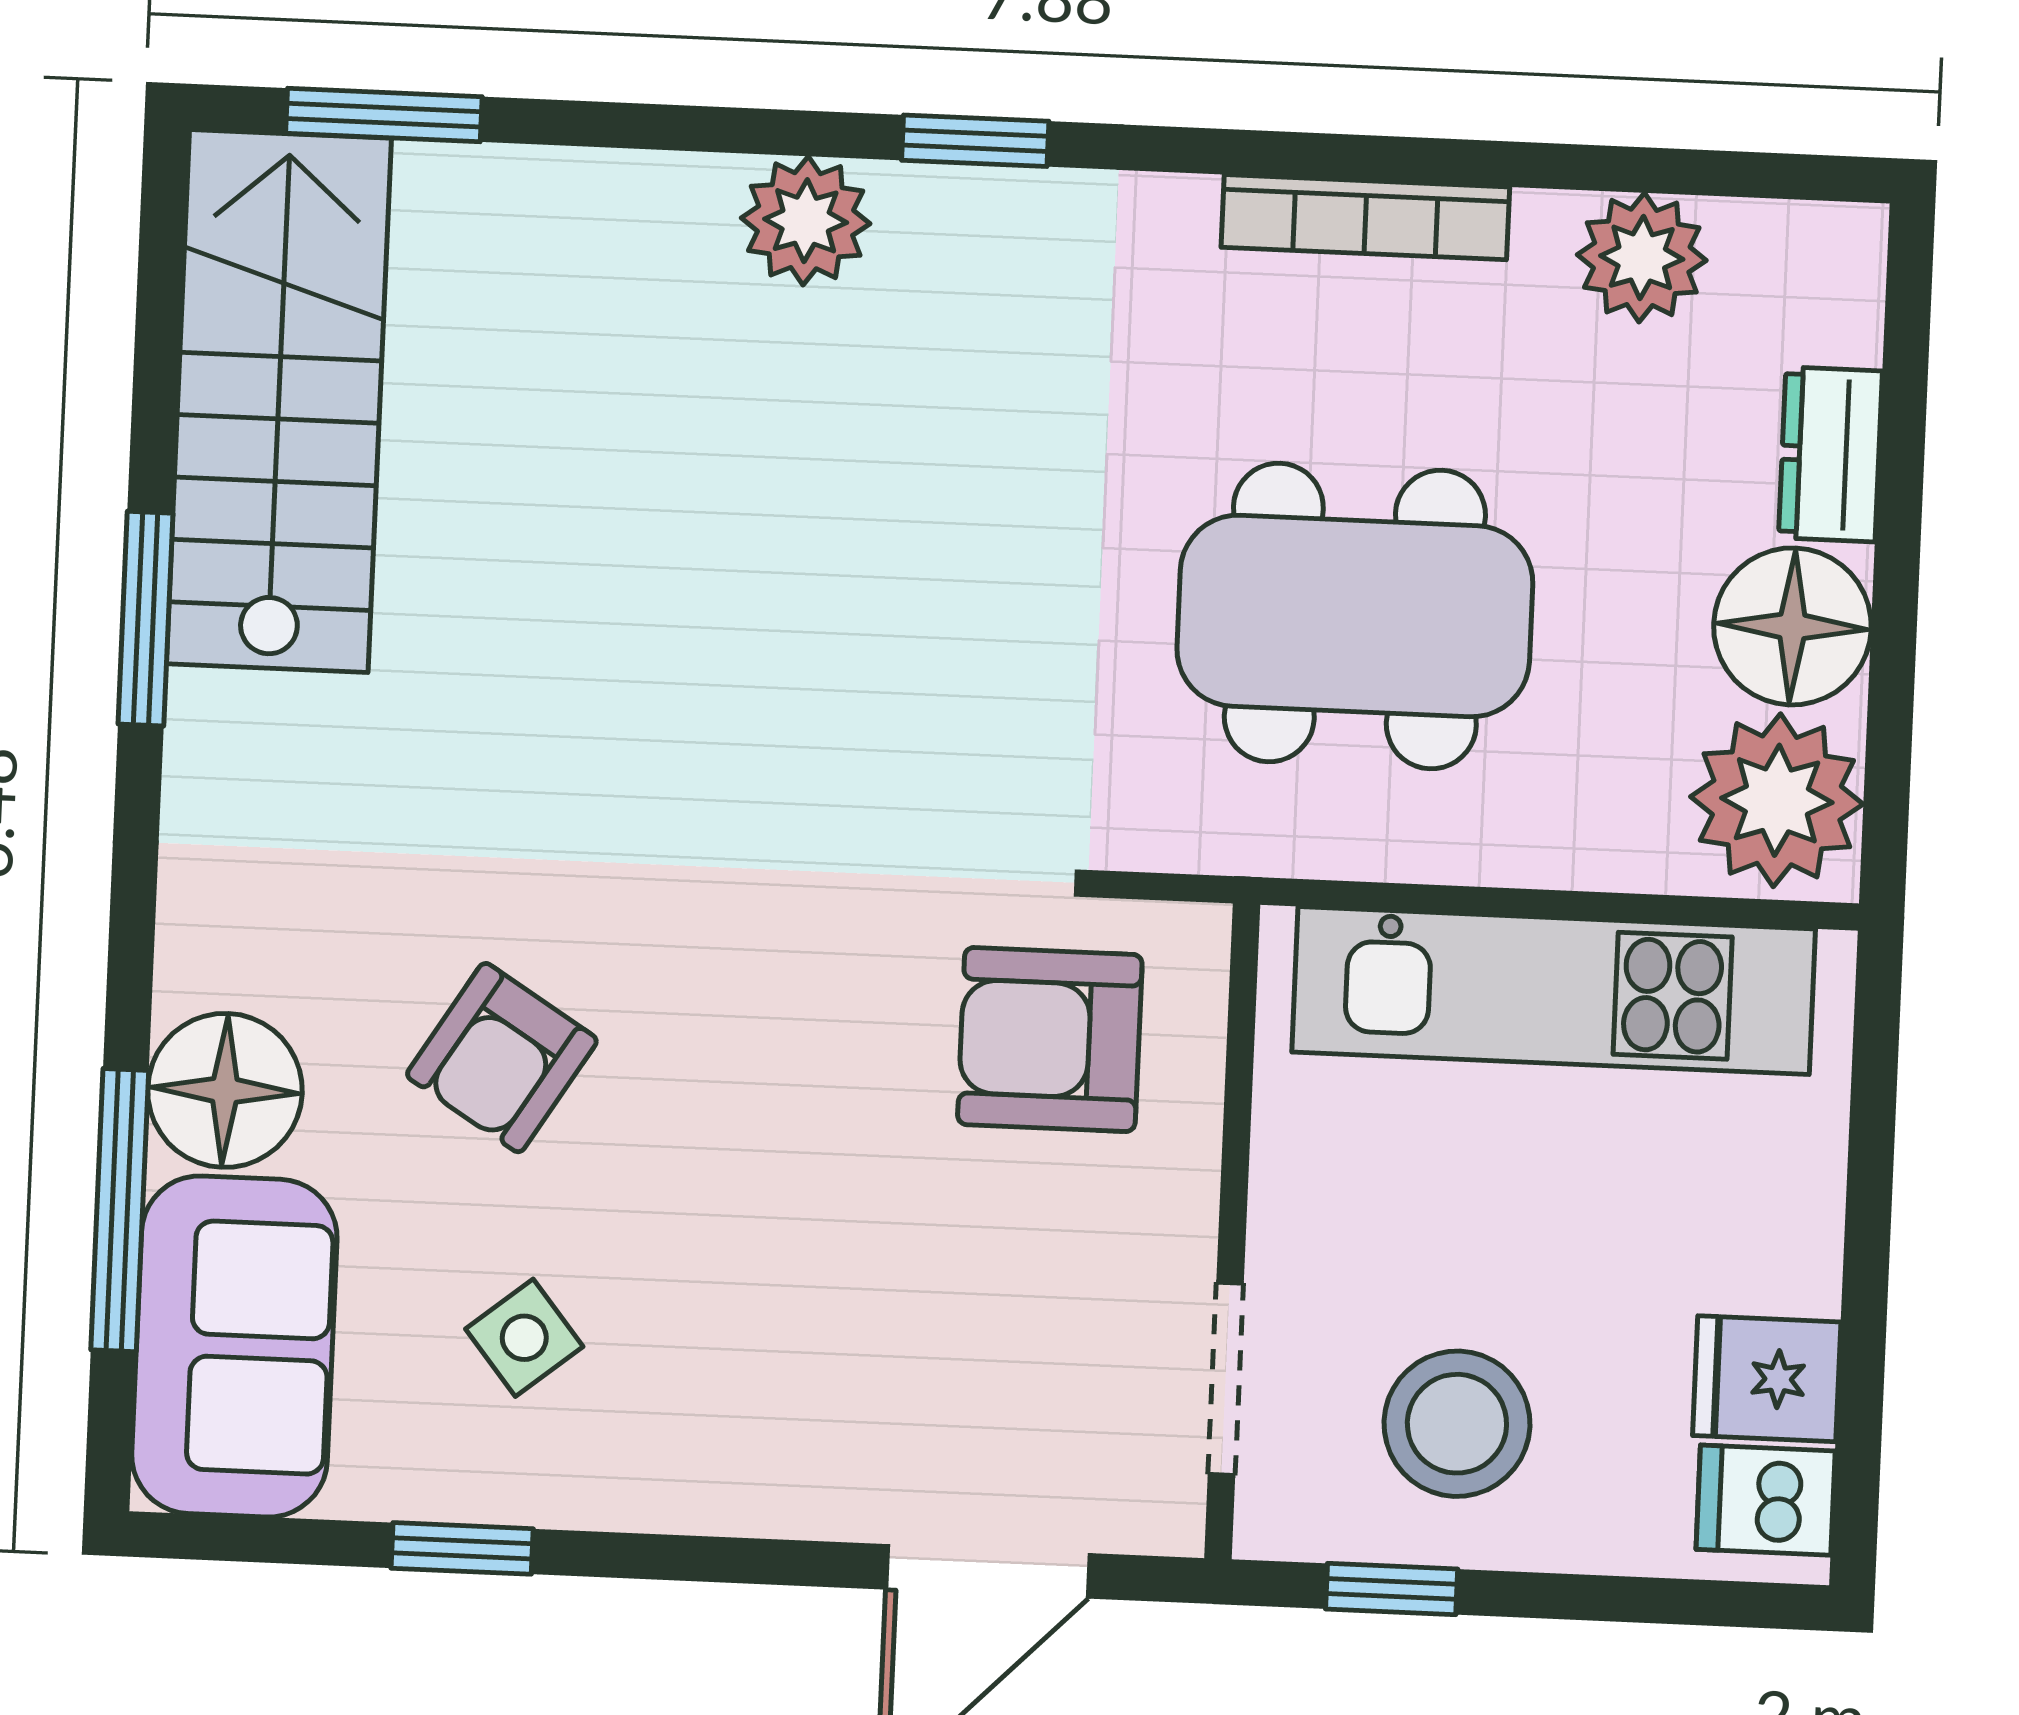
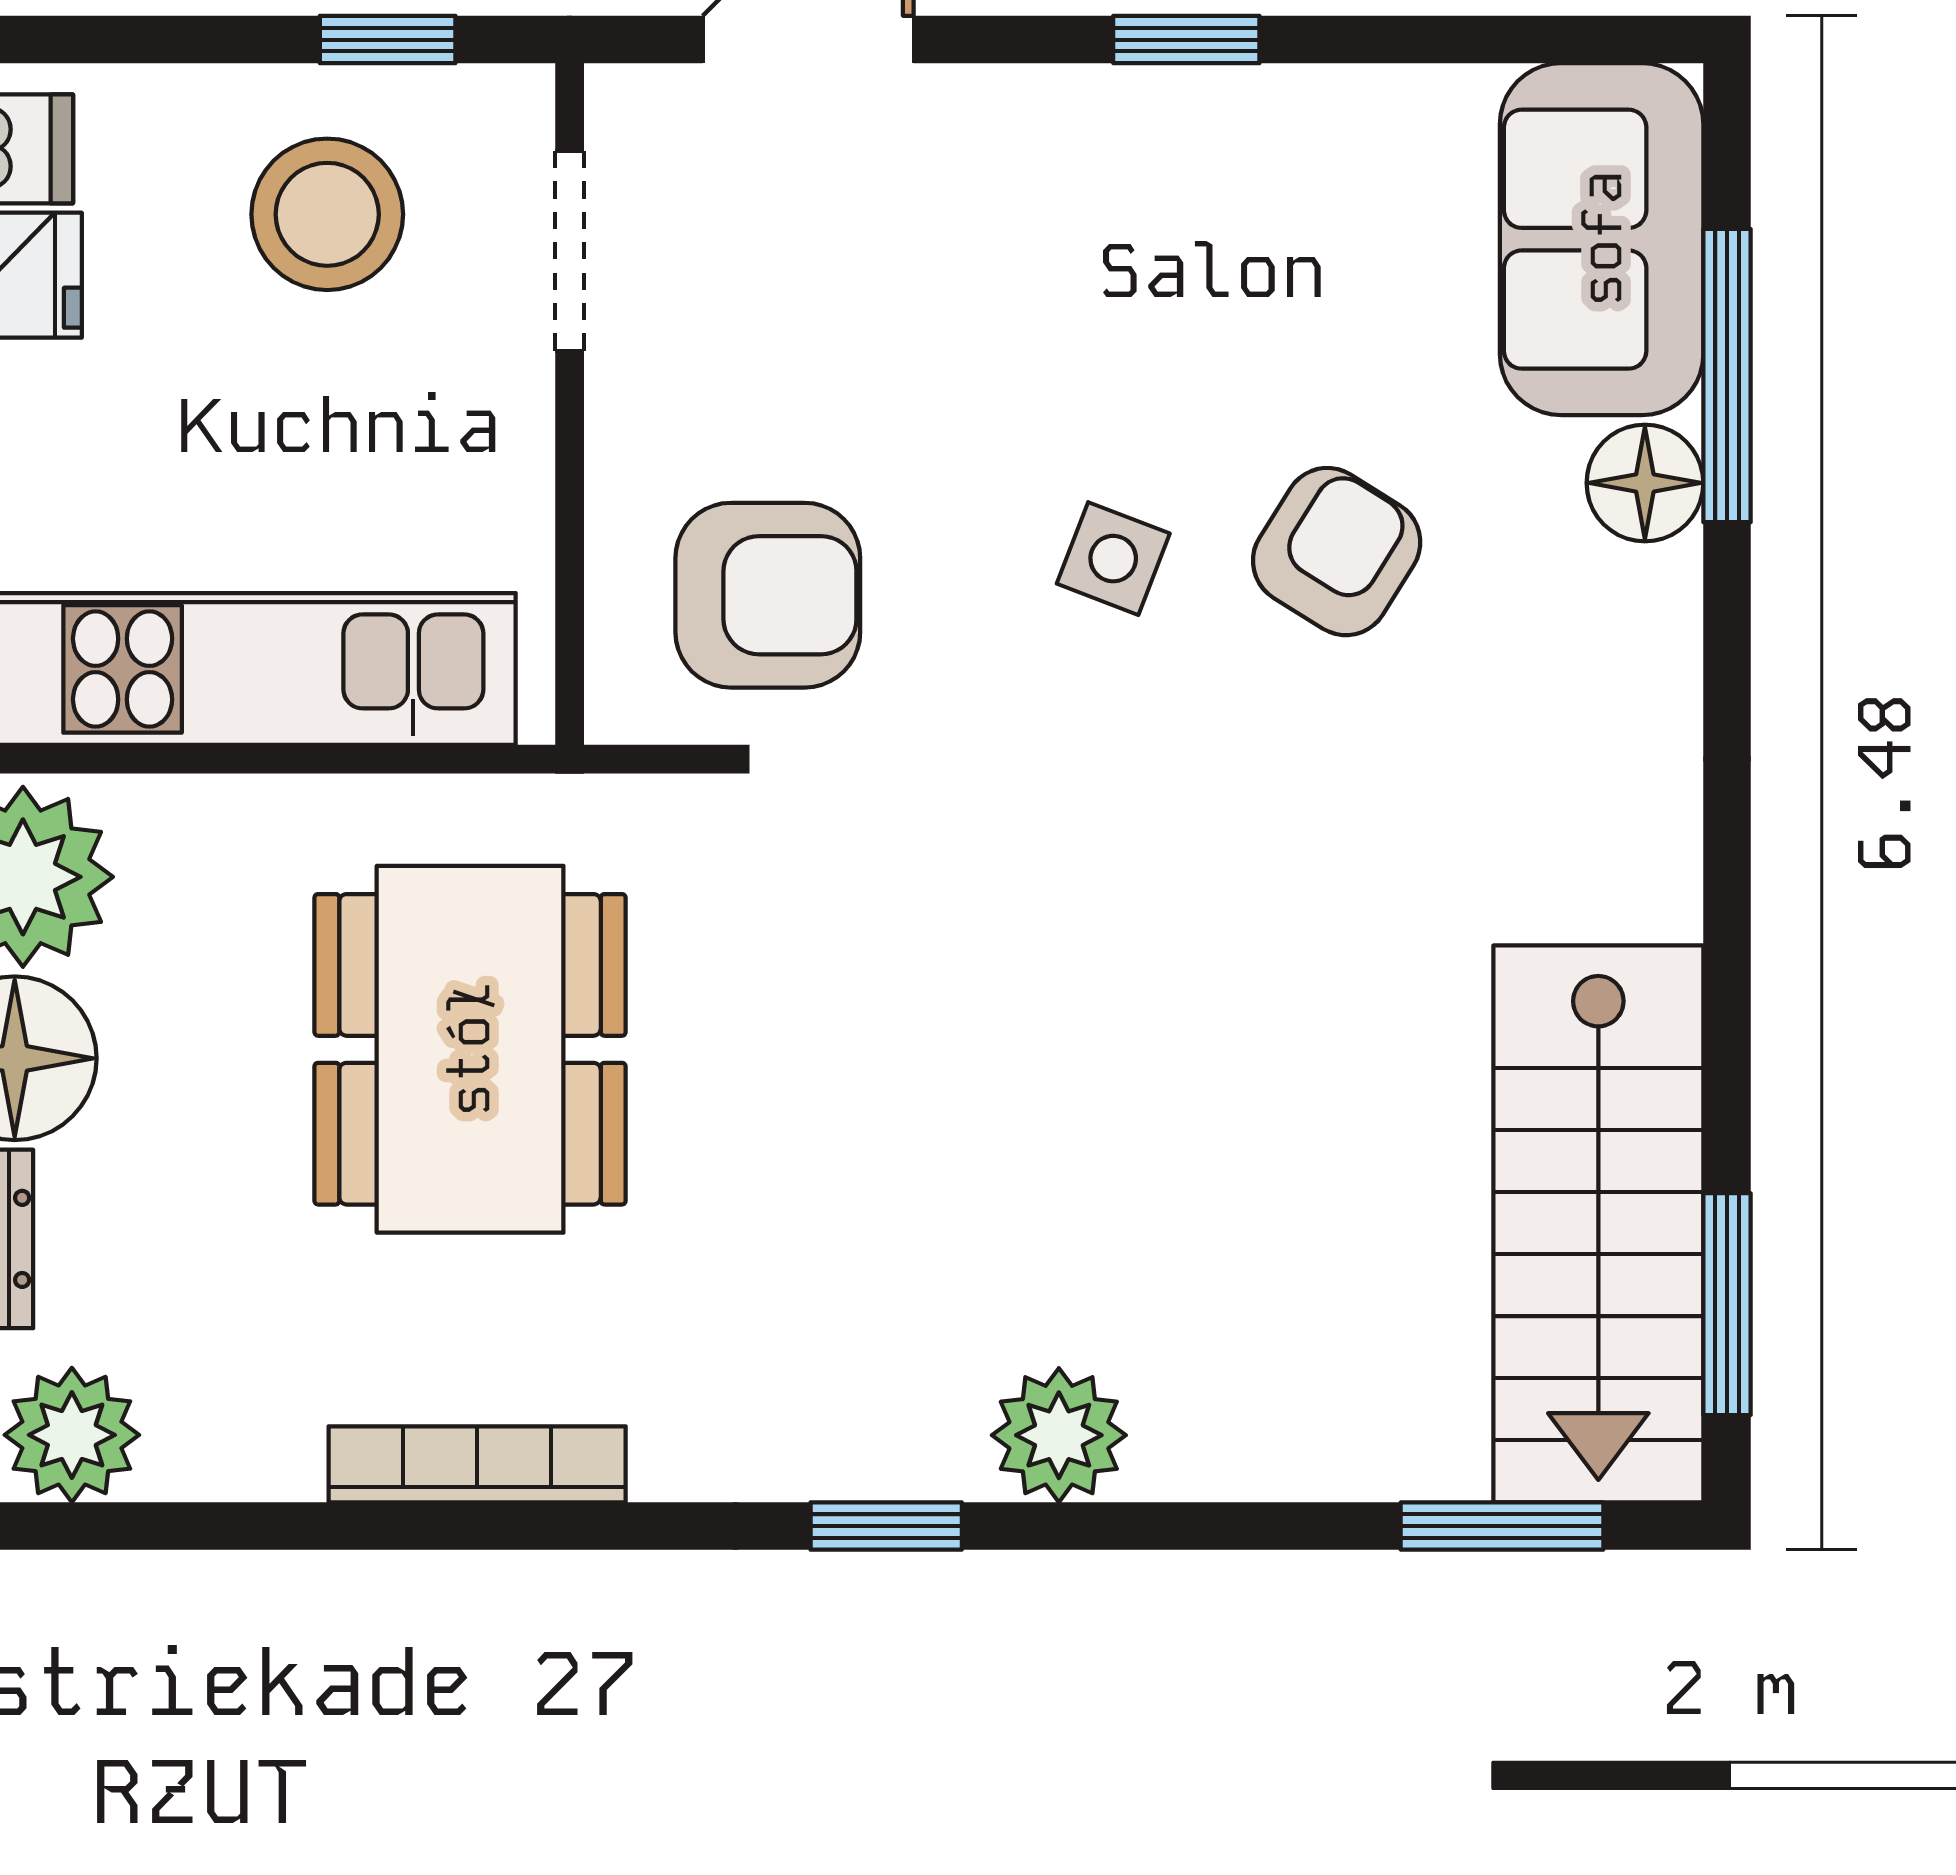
plant: (1642, 257) -> (72, 1435), moved
dining table: (1355, 616) -> (470, 1049), turned 90
window: (145, 619) -> (1727, 1304), moved
floor lamp: (225, 1090) -> (1645, 483), width x0.73, depth x0.73
side table: (524, 1338) -> (1113, 559), moved, turned -30
window: (462, 1548) -> (1186, 40), moved

